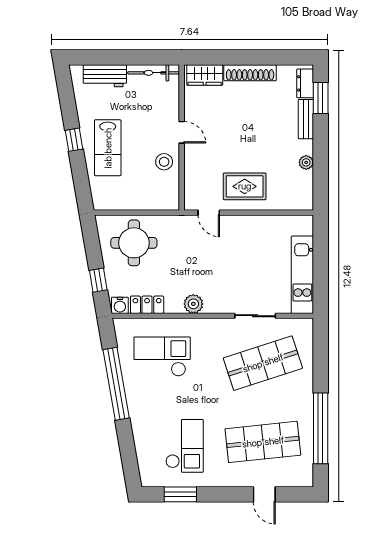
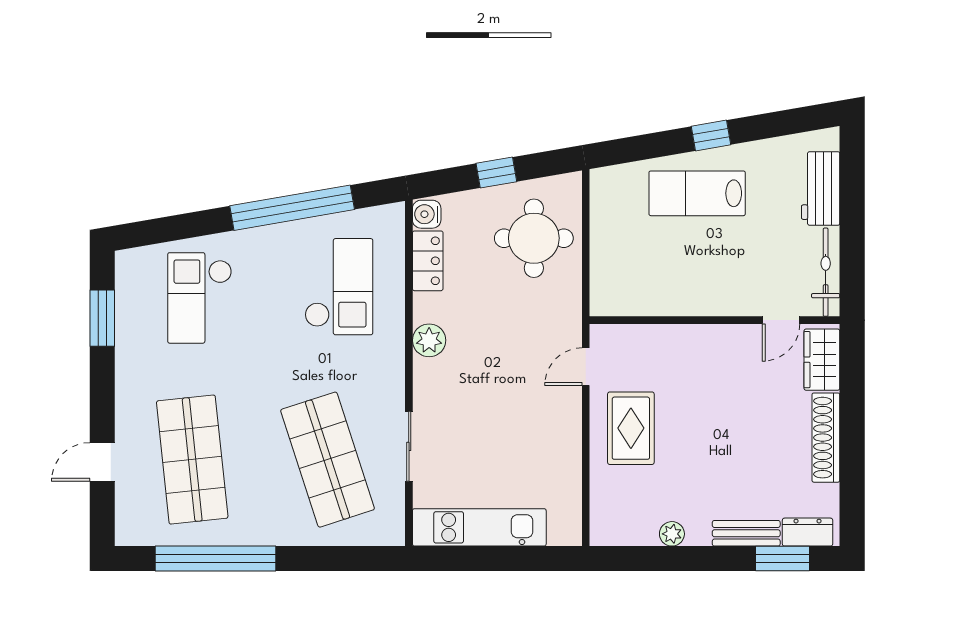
door: (182, 132) -> (781, 320), moved
stool: (164, 162) -> (673, 290), removed
window: (98, 280) -> (496, 172), moved
checkout: (184, 446) -> (200, 298), moved, turned 90

